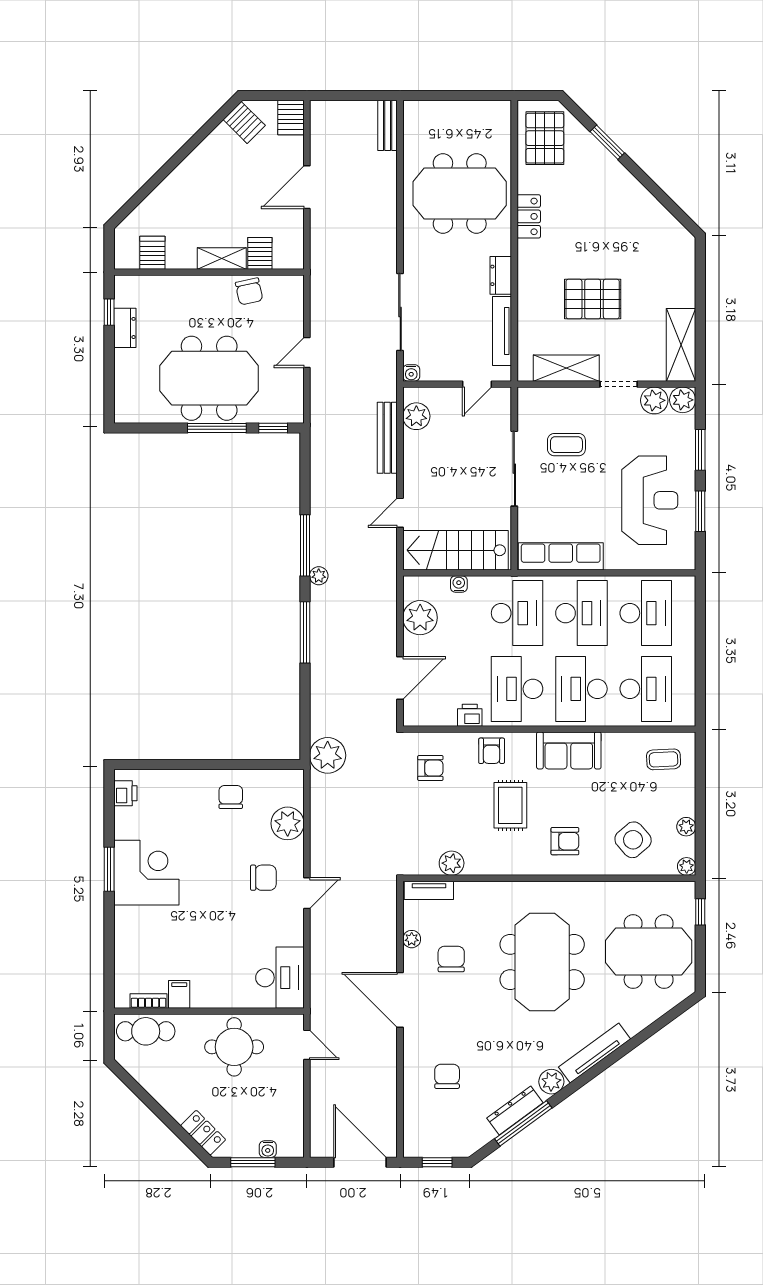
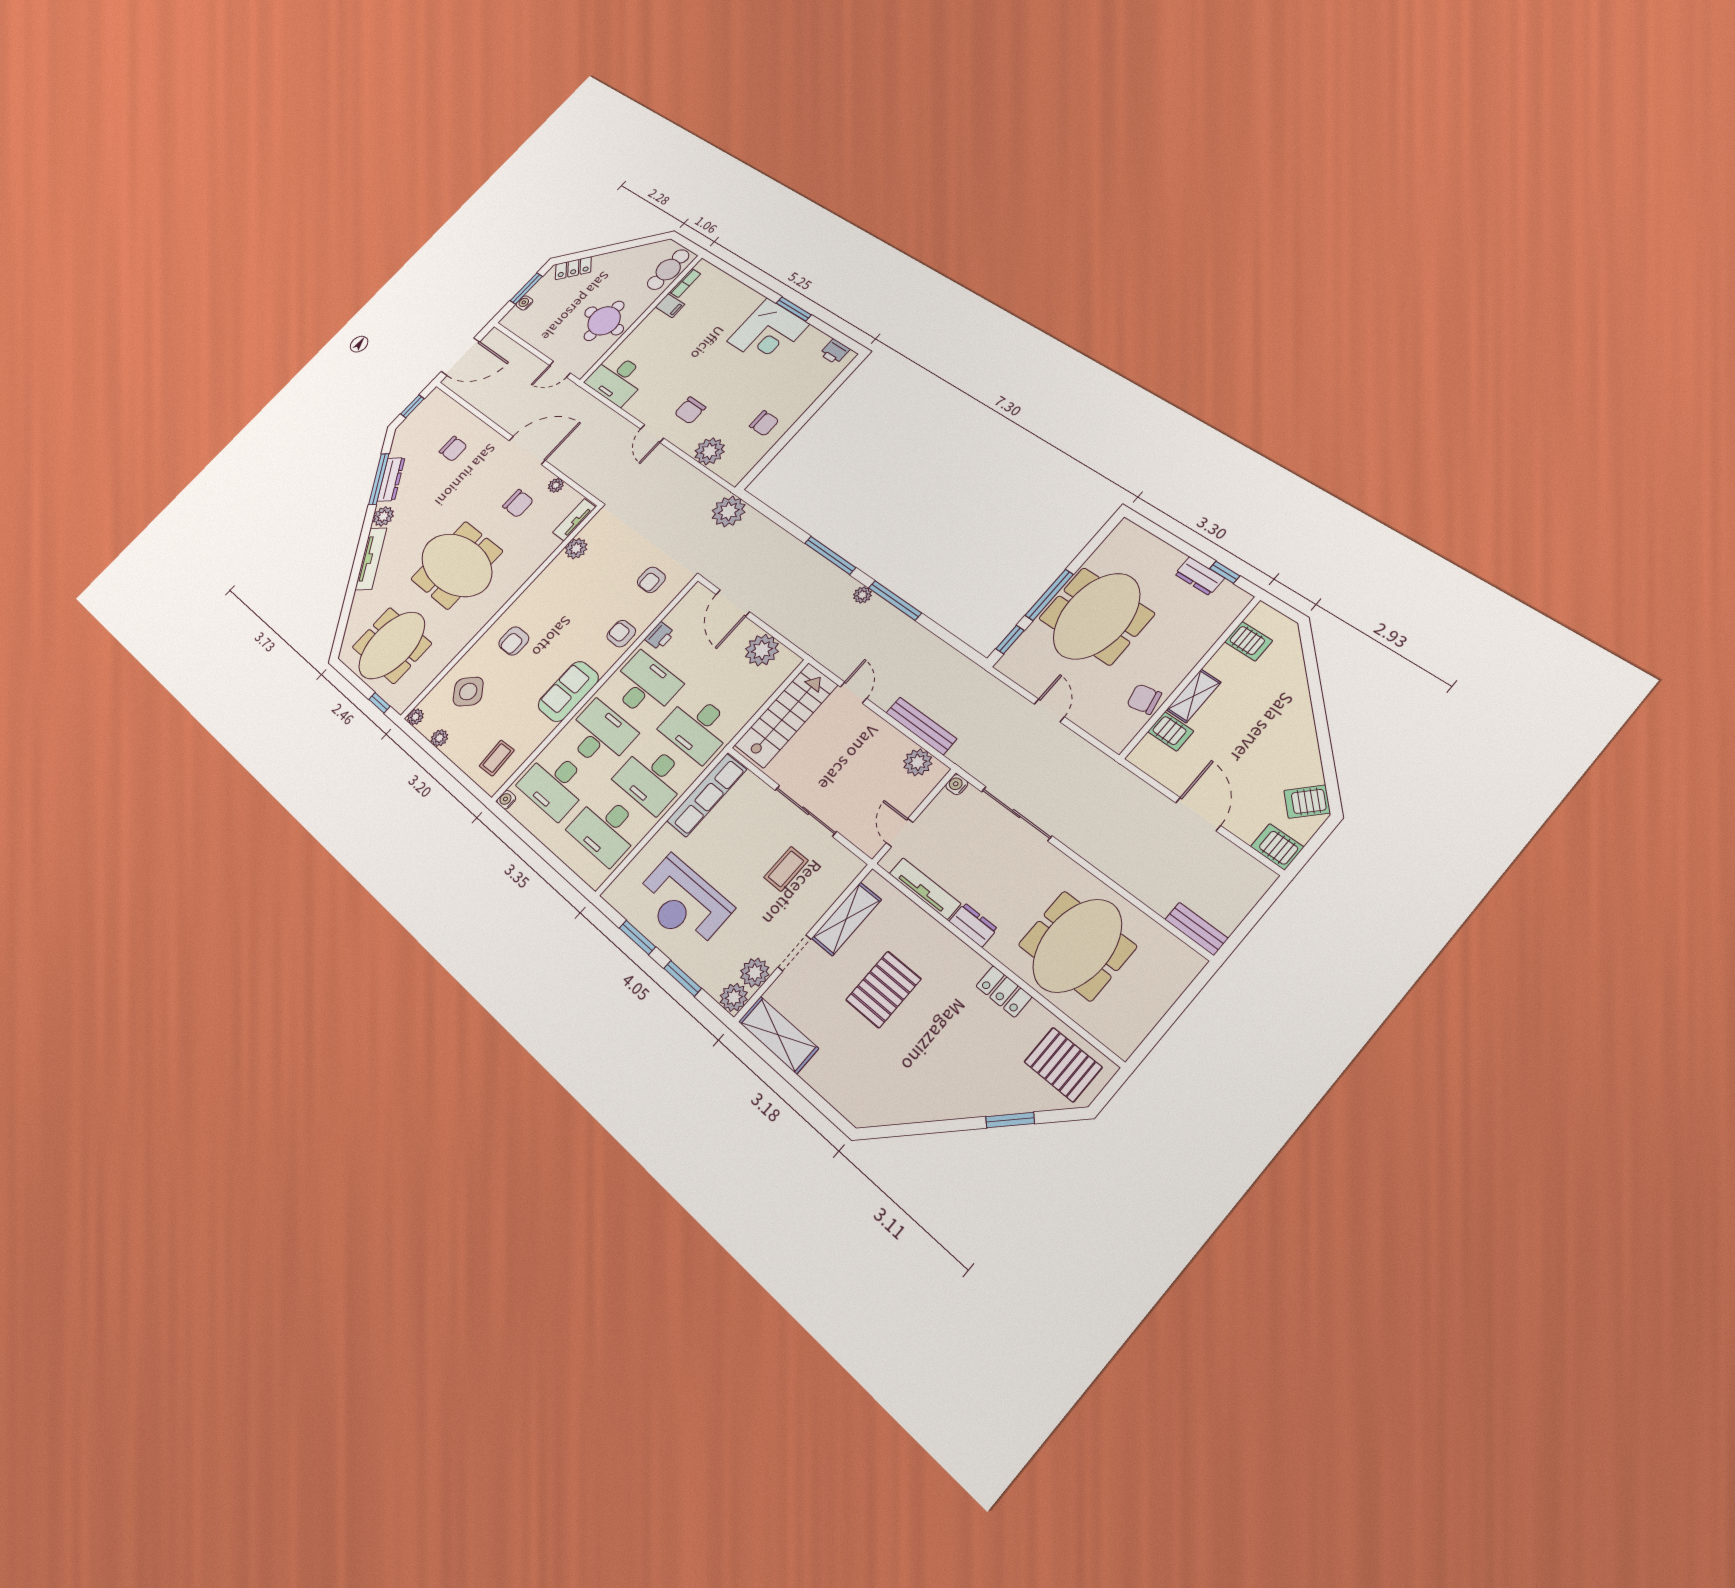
water cooler: (459, 584) -> (506, 800), moved, turned 180
rug: (510, 805) -> (573, 619), removed

